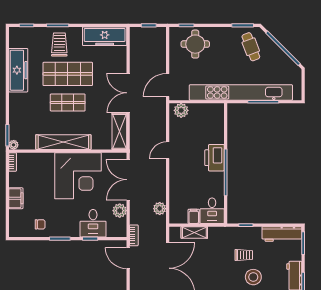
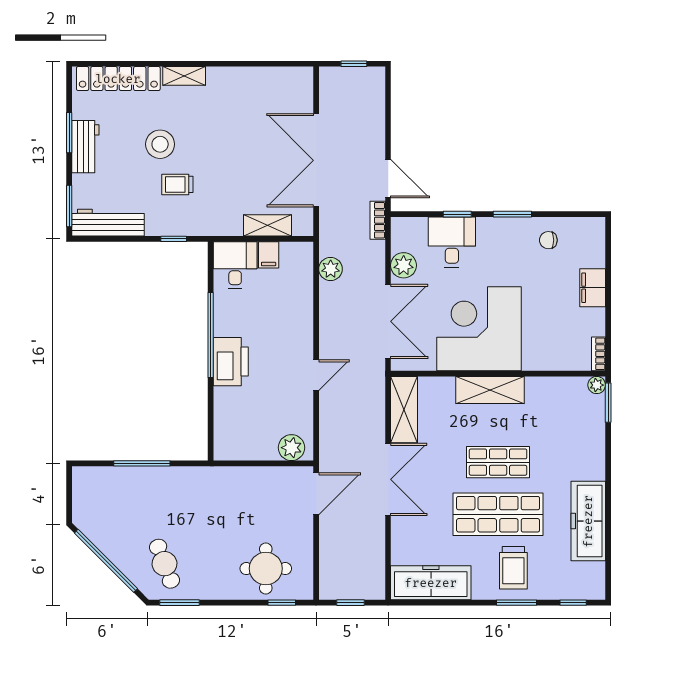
kitchen unit: (241, 92) -> (183, 480), removed
shelving: (63, 142) -> (490, 390), width x0.68

